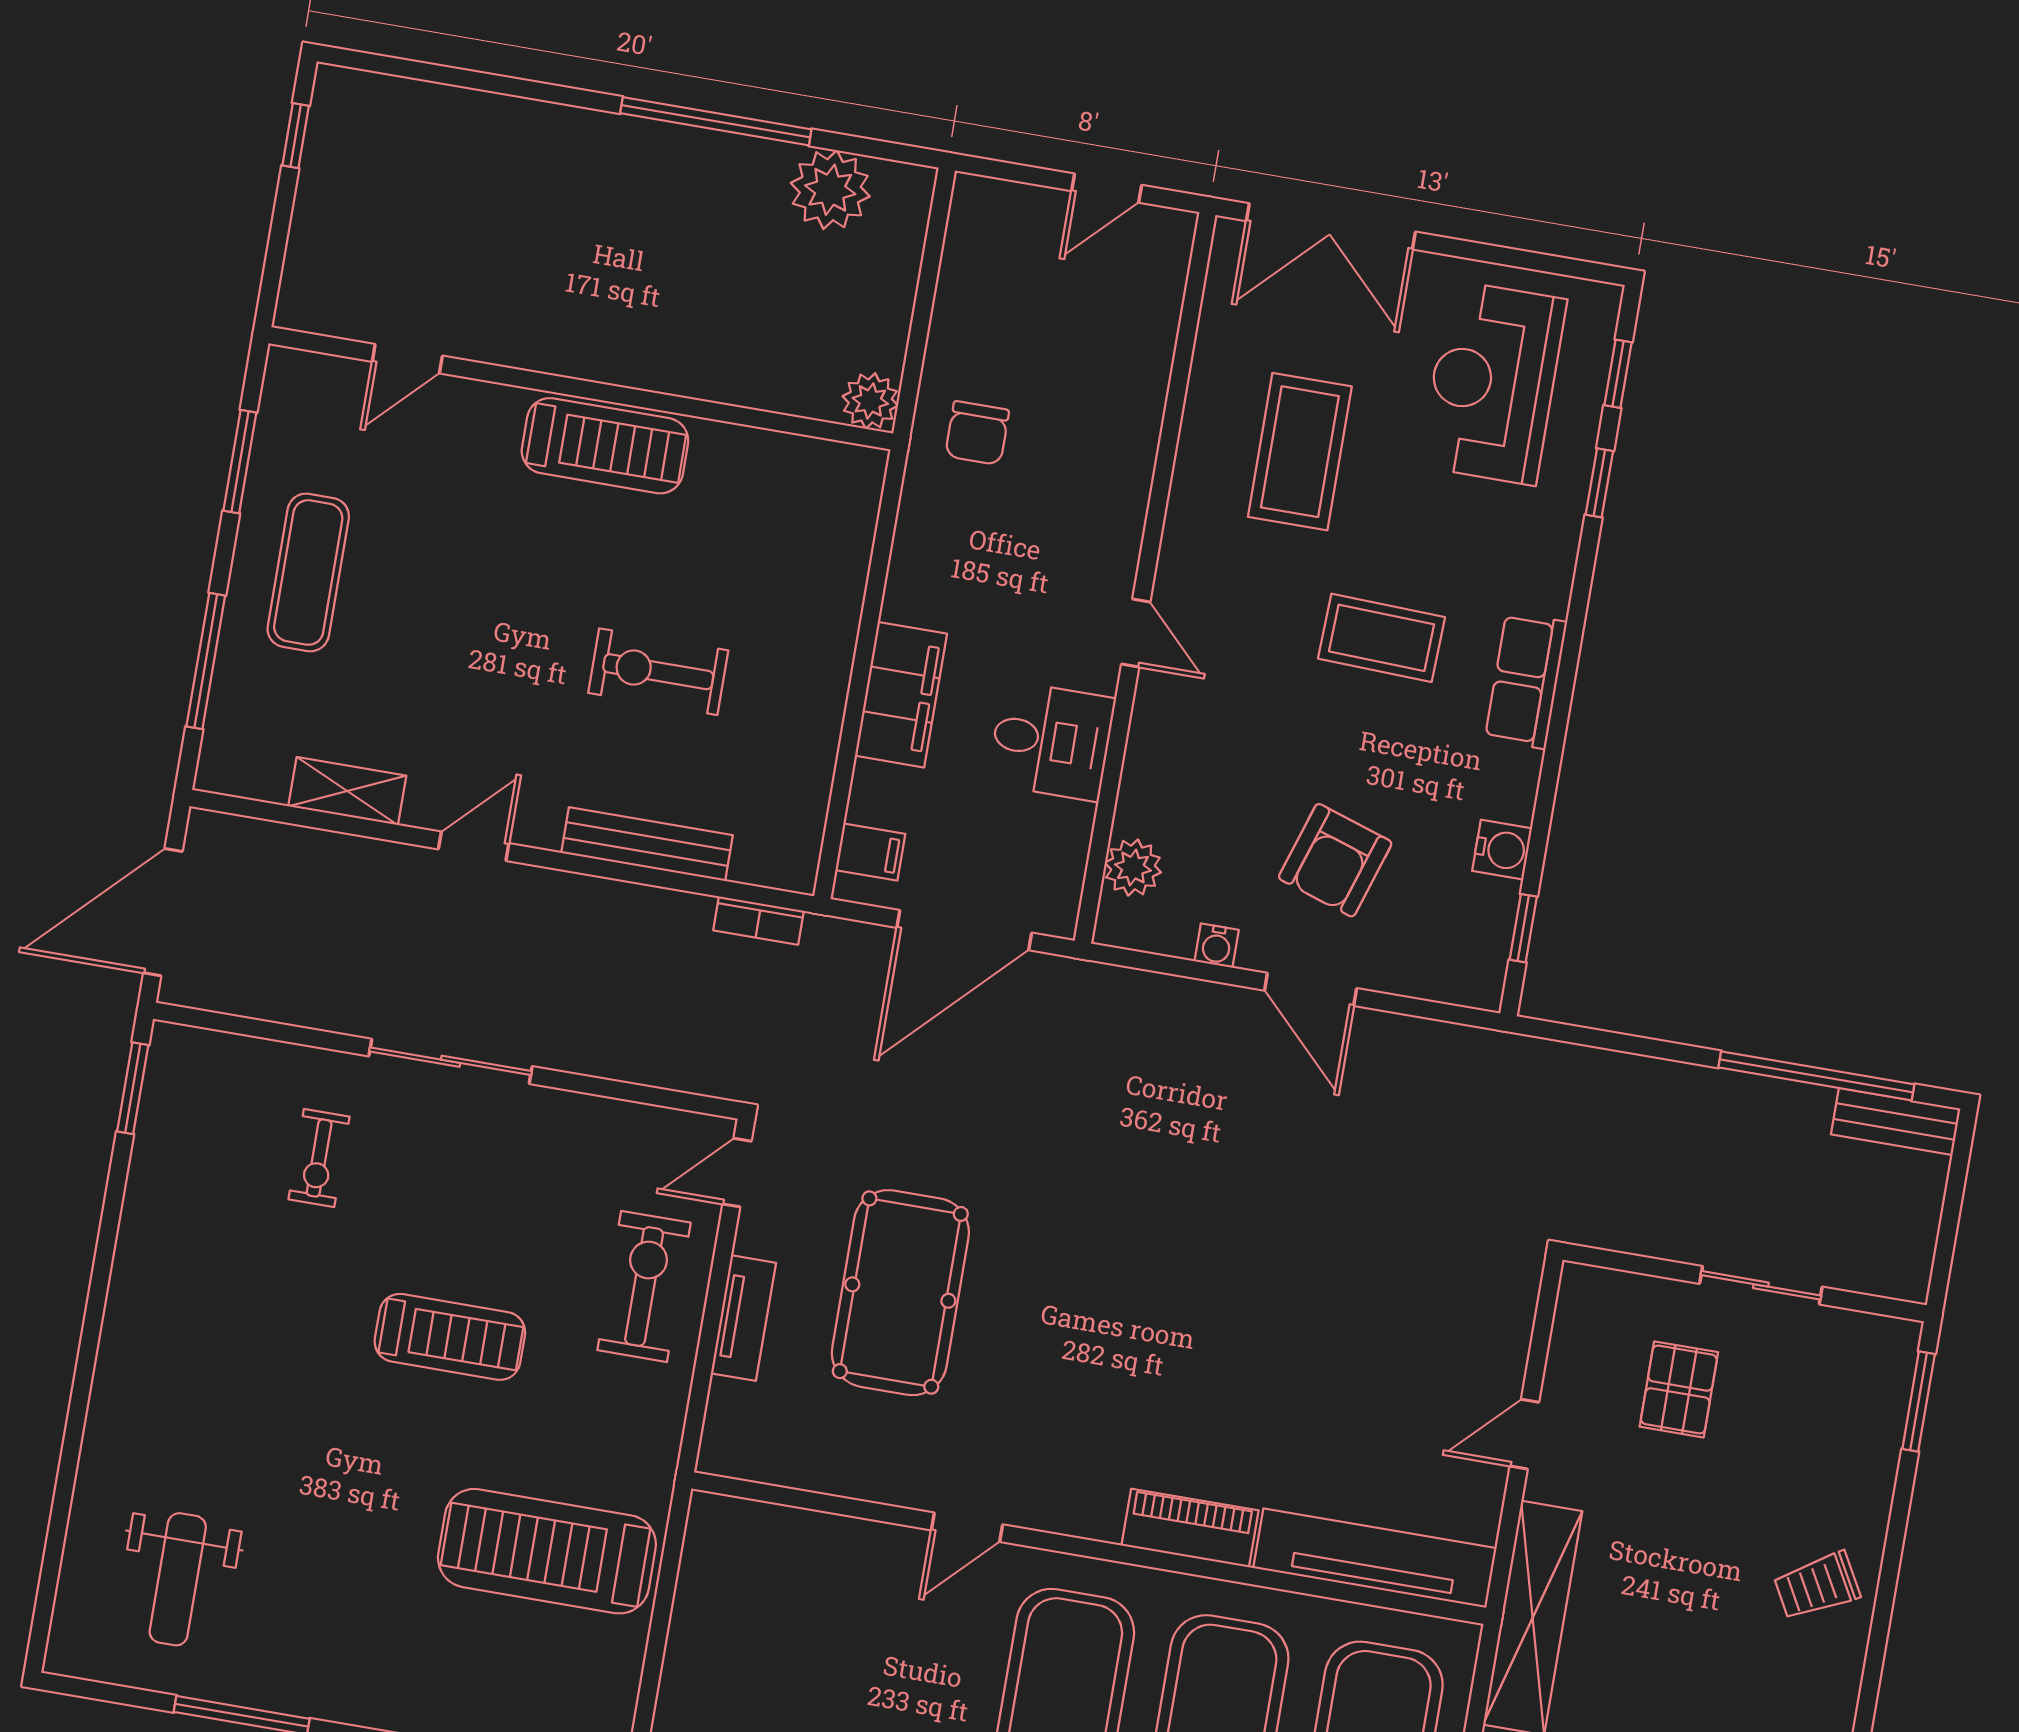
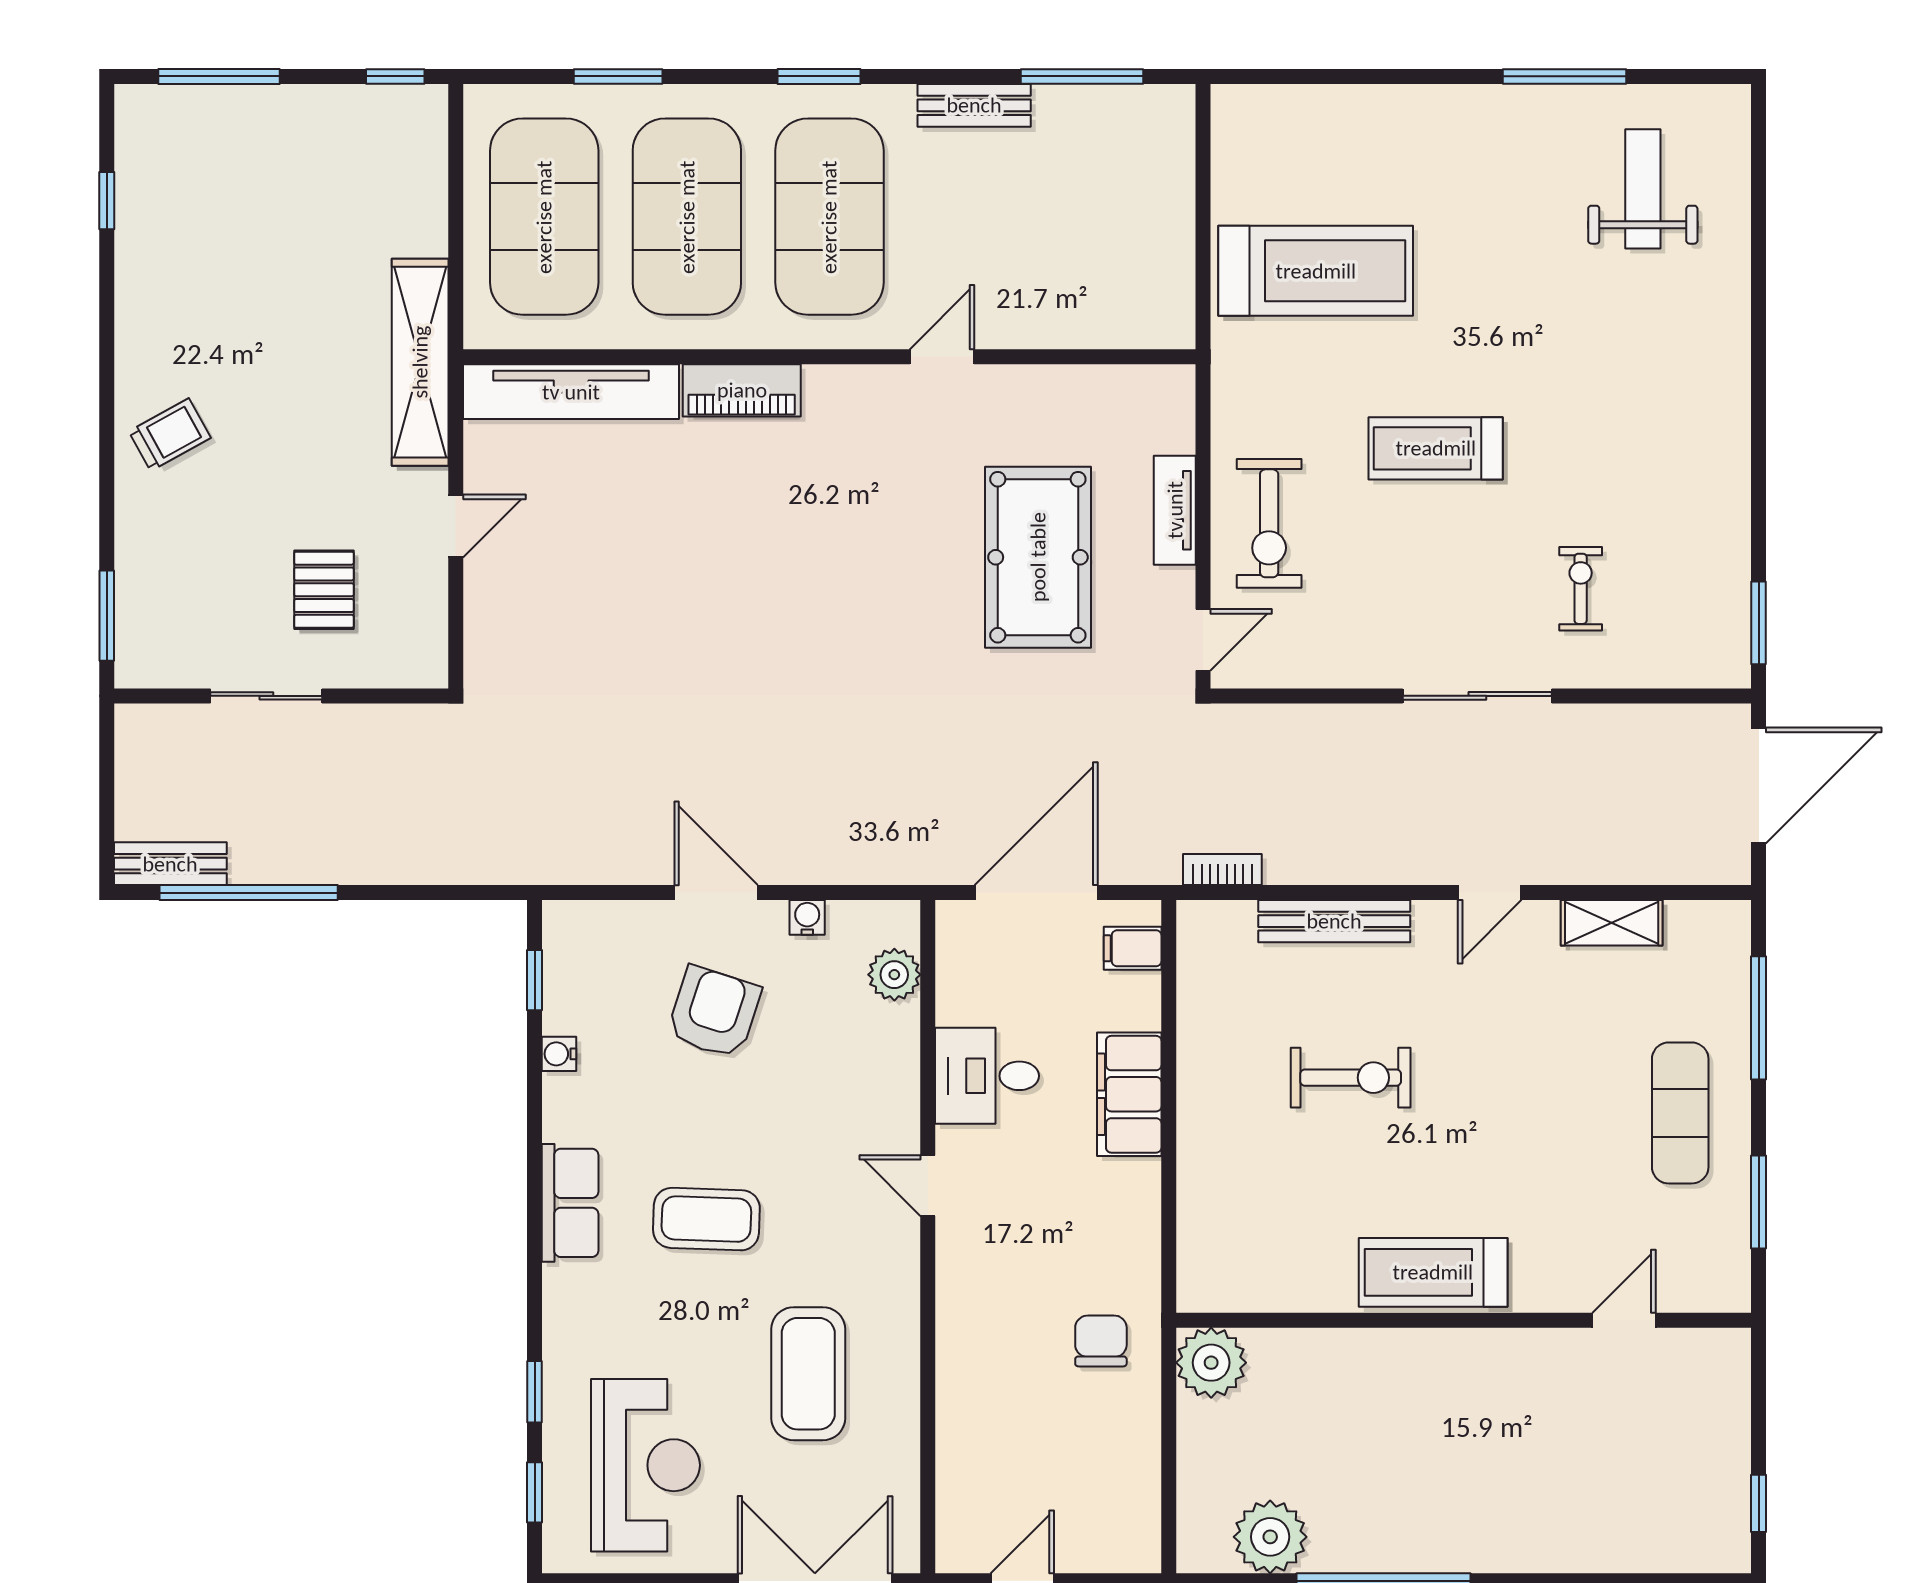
plant: (870, 401) -> (1211, 1363), width x1.36, depth x1.36
water cooler: (1502, 850) -> (559, 1054), width x0.72, depth x0.72

